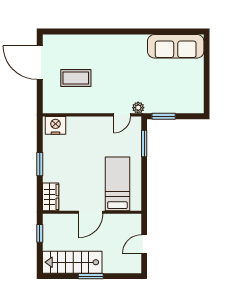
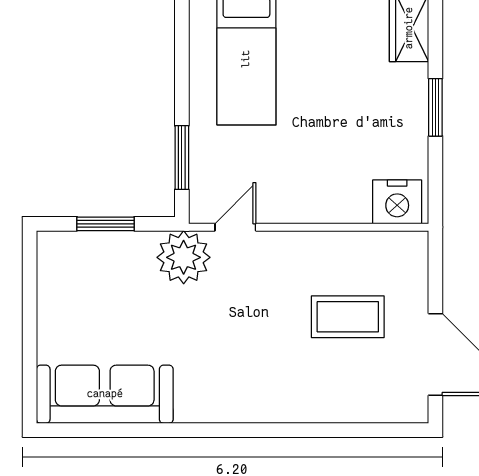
plant: (138, 108) -> (184, 257), width x1.88, depth x1.88
window: (164, 116) -> (106, 224), moved

